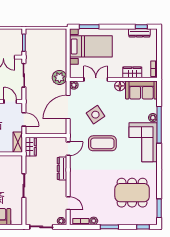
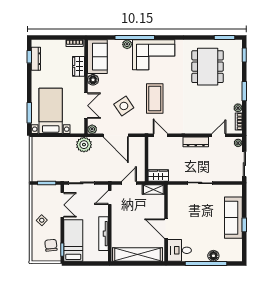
double door: (96, 79) -> (86, 106), swing flipped
dresser: (62, 169) -> (196, 142), moved

